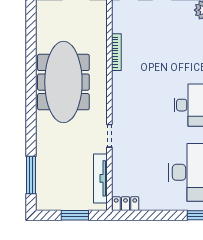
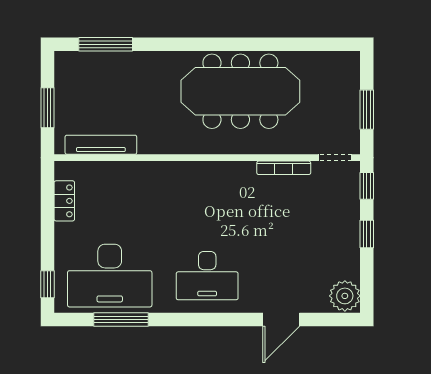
doorway: (109, 136) -> (335, 158), moved
locker: (125, 204) -> (64, 201), moved

